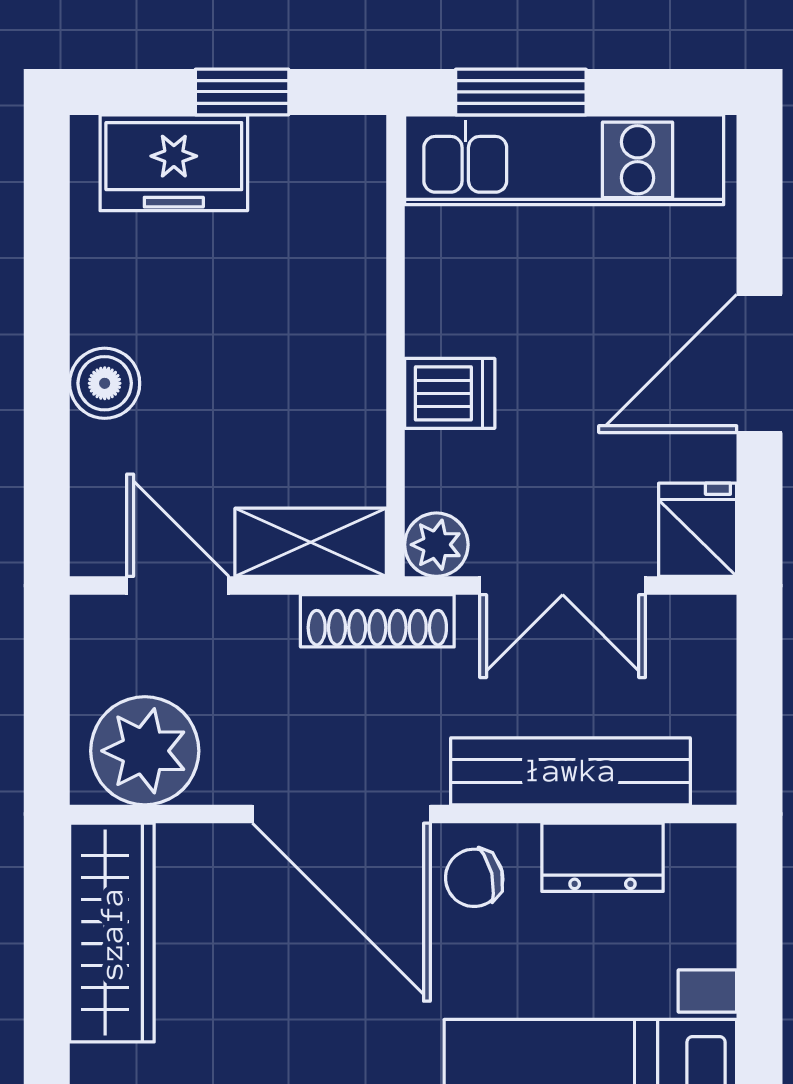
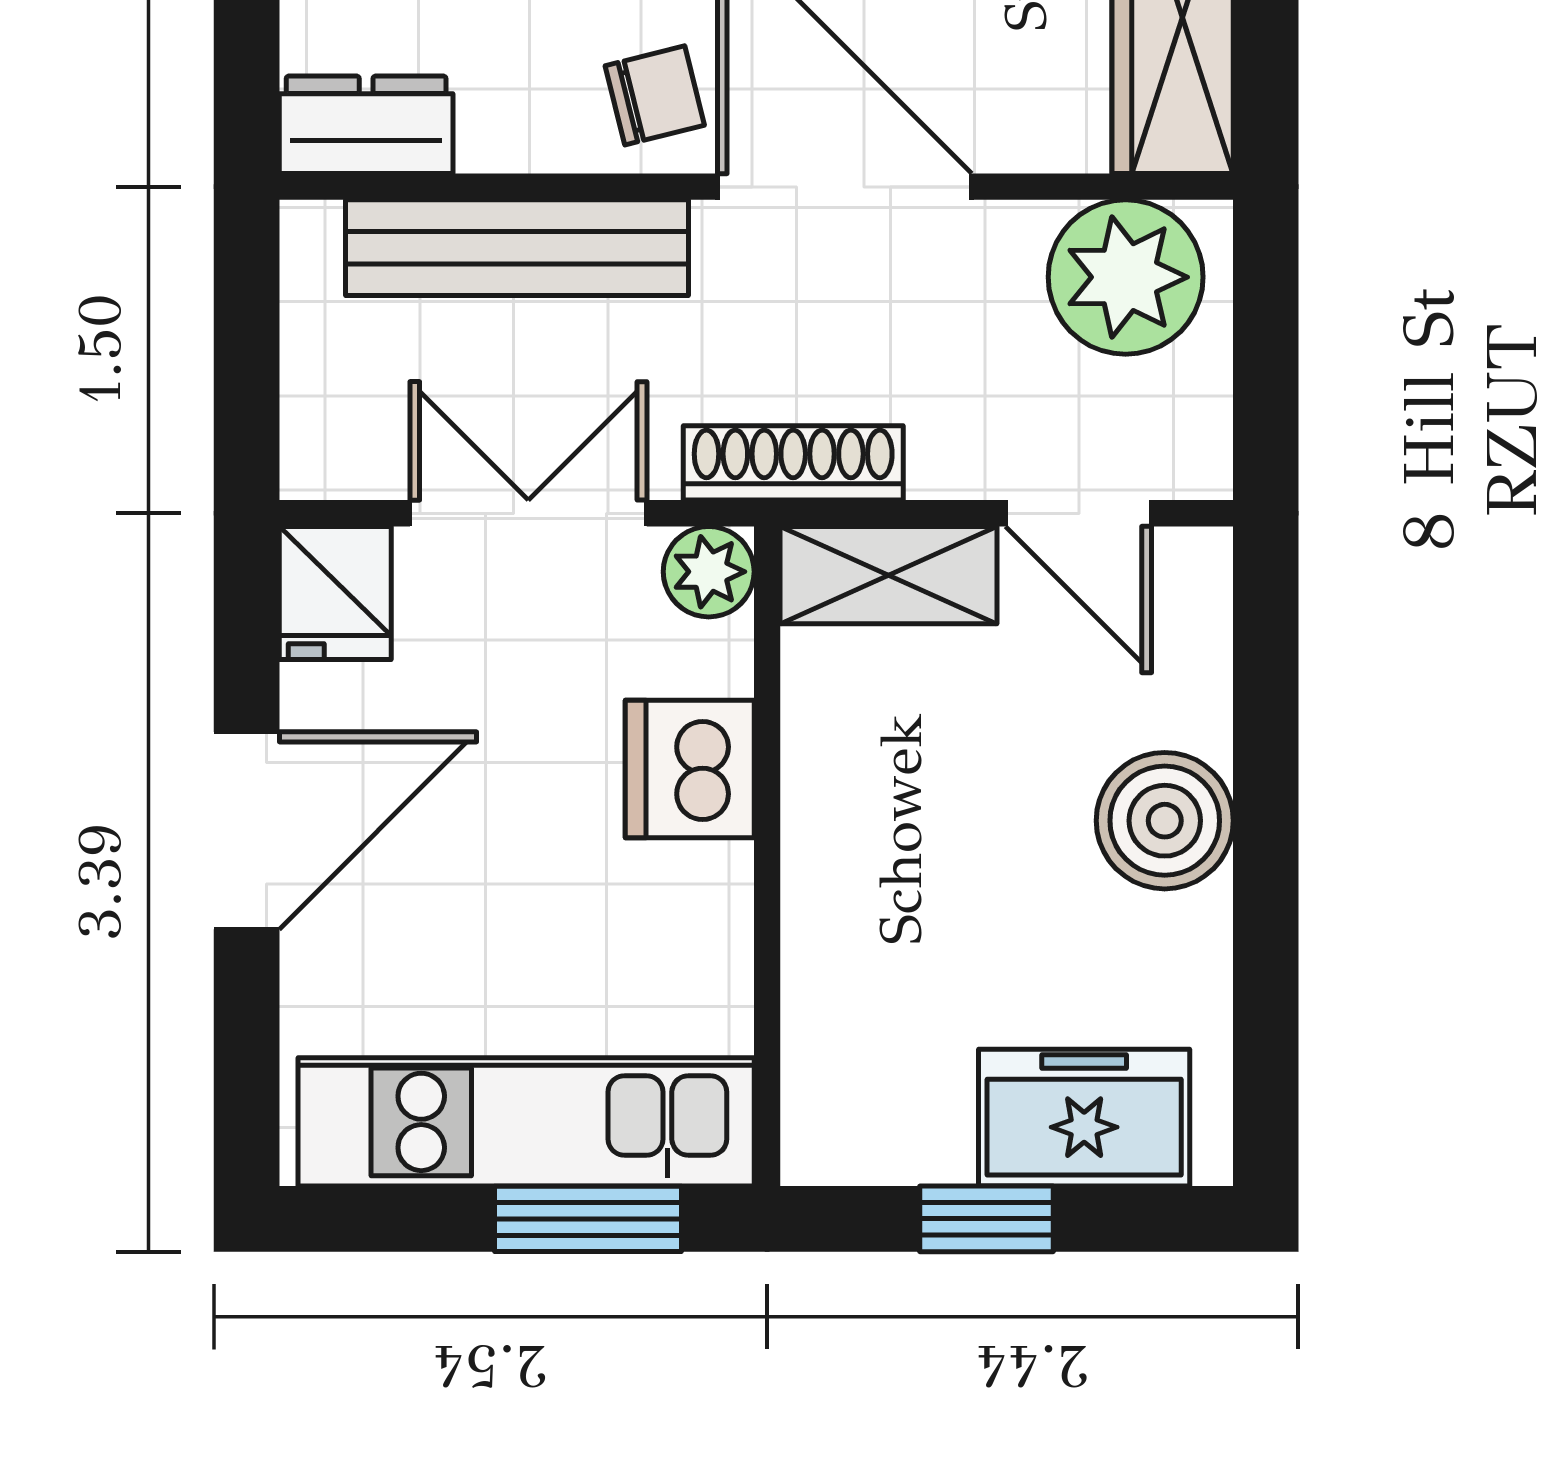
boiler: (105, 383) -> (1165, 821), width x1.36, depth x1.36
dishwasher: (450, 393) -> (690, 769), width x1.38
dresser: (603, 857) -> (366, 125), moved

